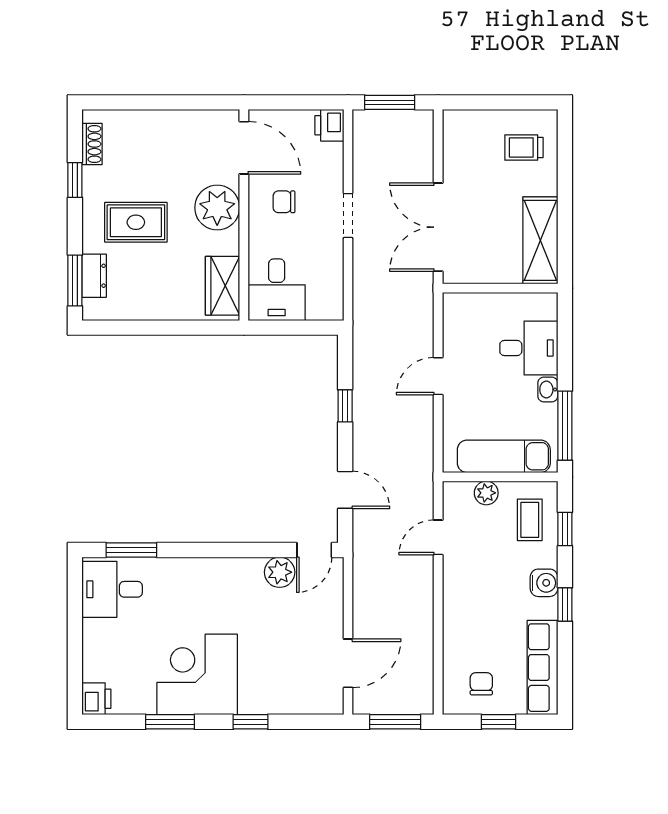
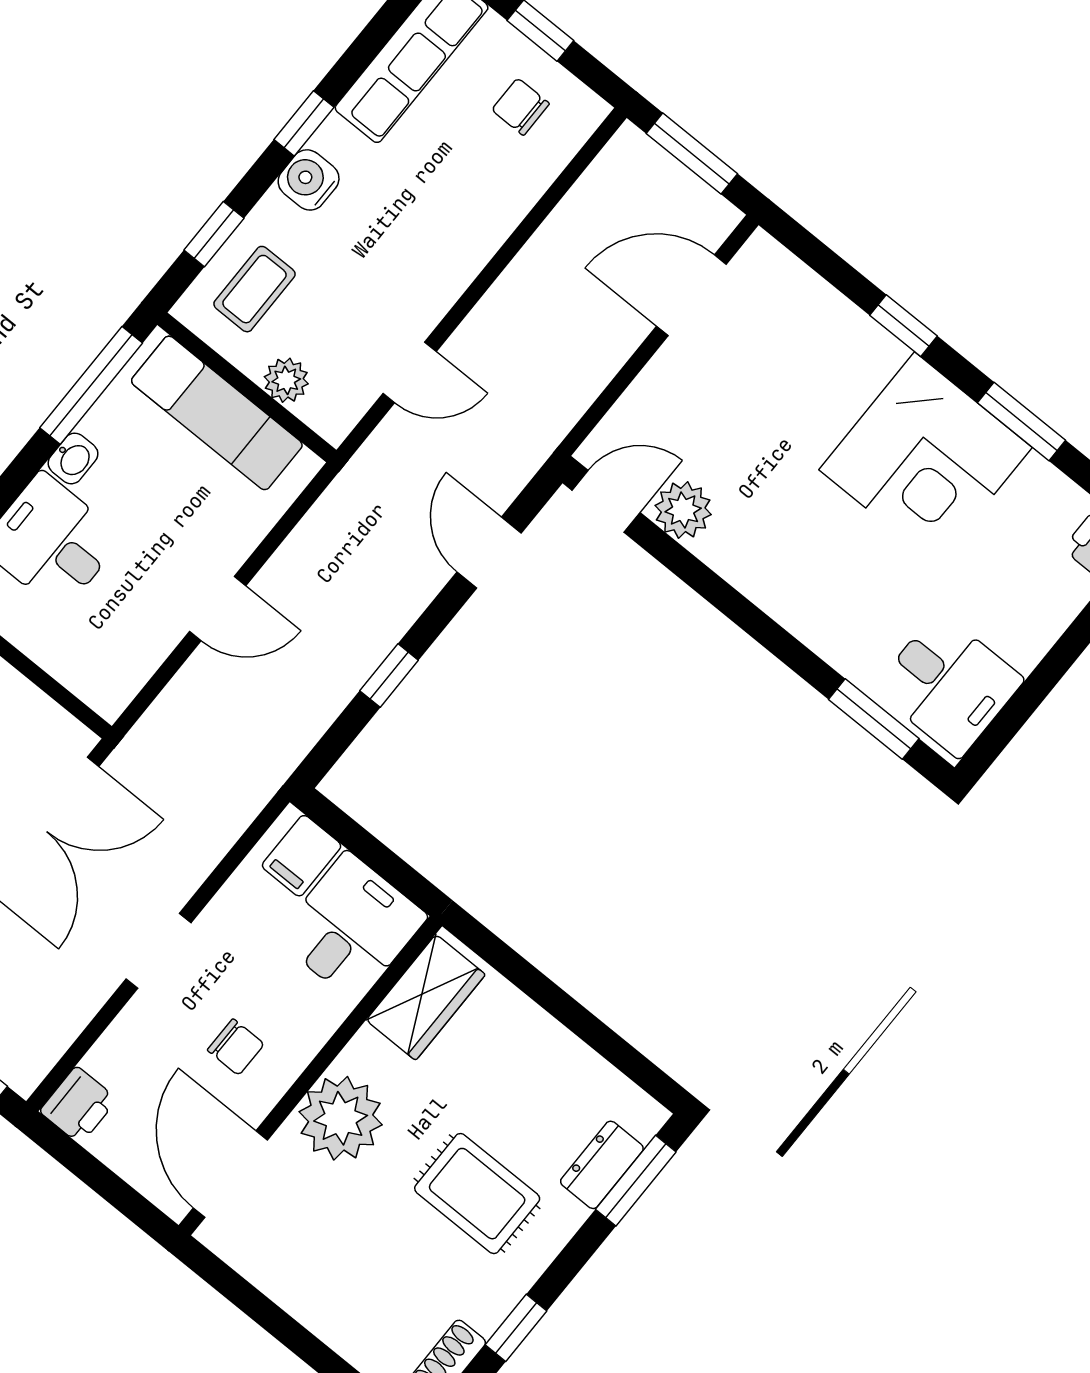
filing cabinet: (321, 303) -> (302, 856), added
chair: (481, 684) -> (521, 107), turned 90

